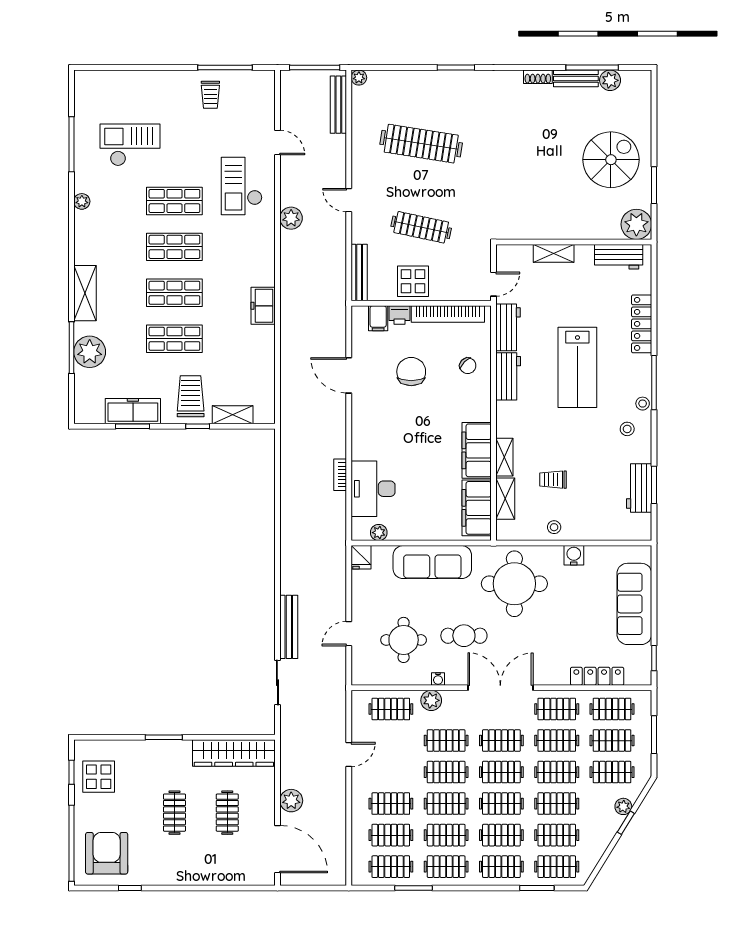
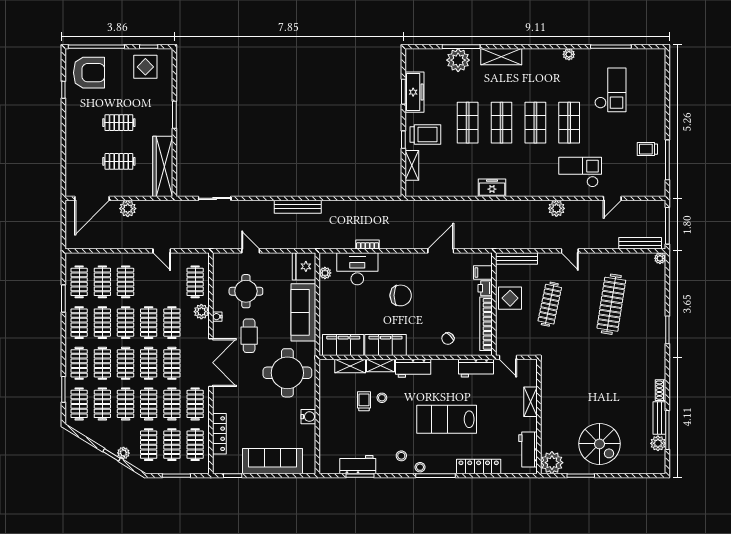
door: (349, 200) -> (570, 251), swing flipped
chair: (411, 372) -> (401, 295), moved
workbench: (508, 376) -> (413, 368), moved
stool: (554, 527) -> (382, 398), moved
fridge: (361, 557) -> (304, 266), width x1.88, depth x1.34
bench: (289, 627) -> (298, 207), moved

